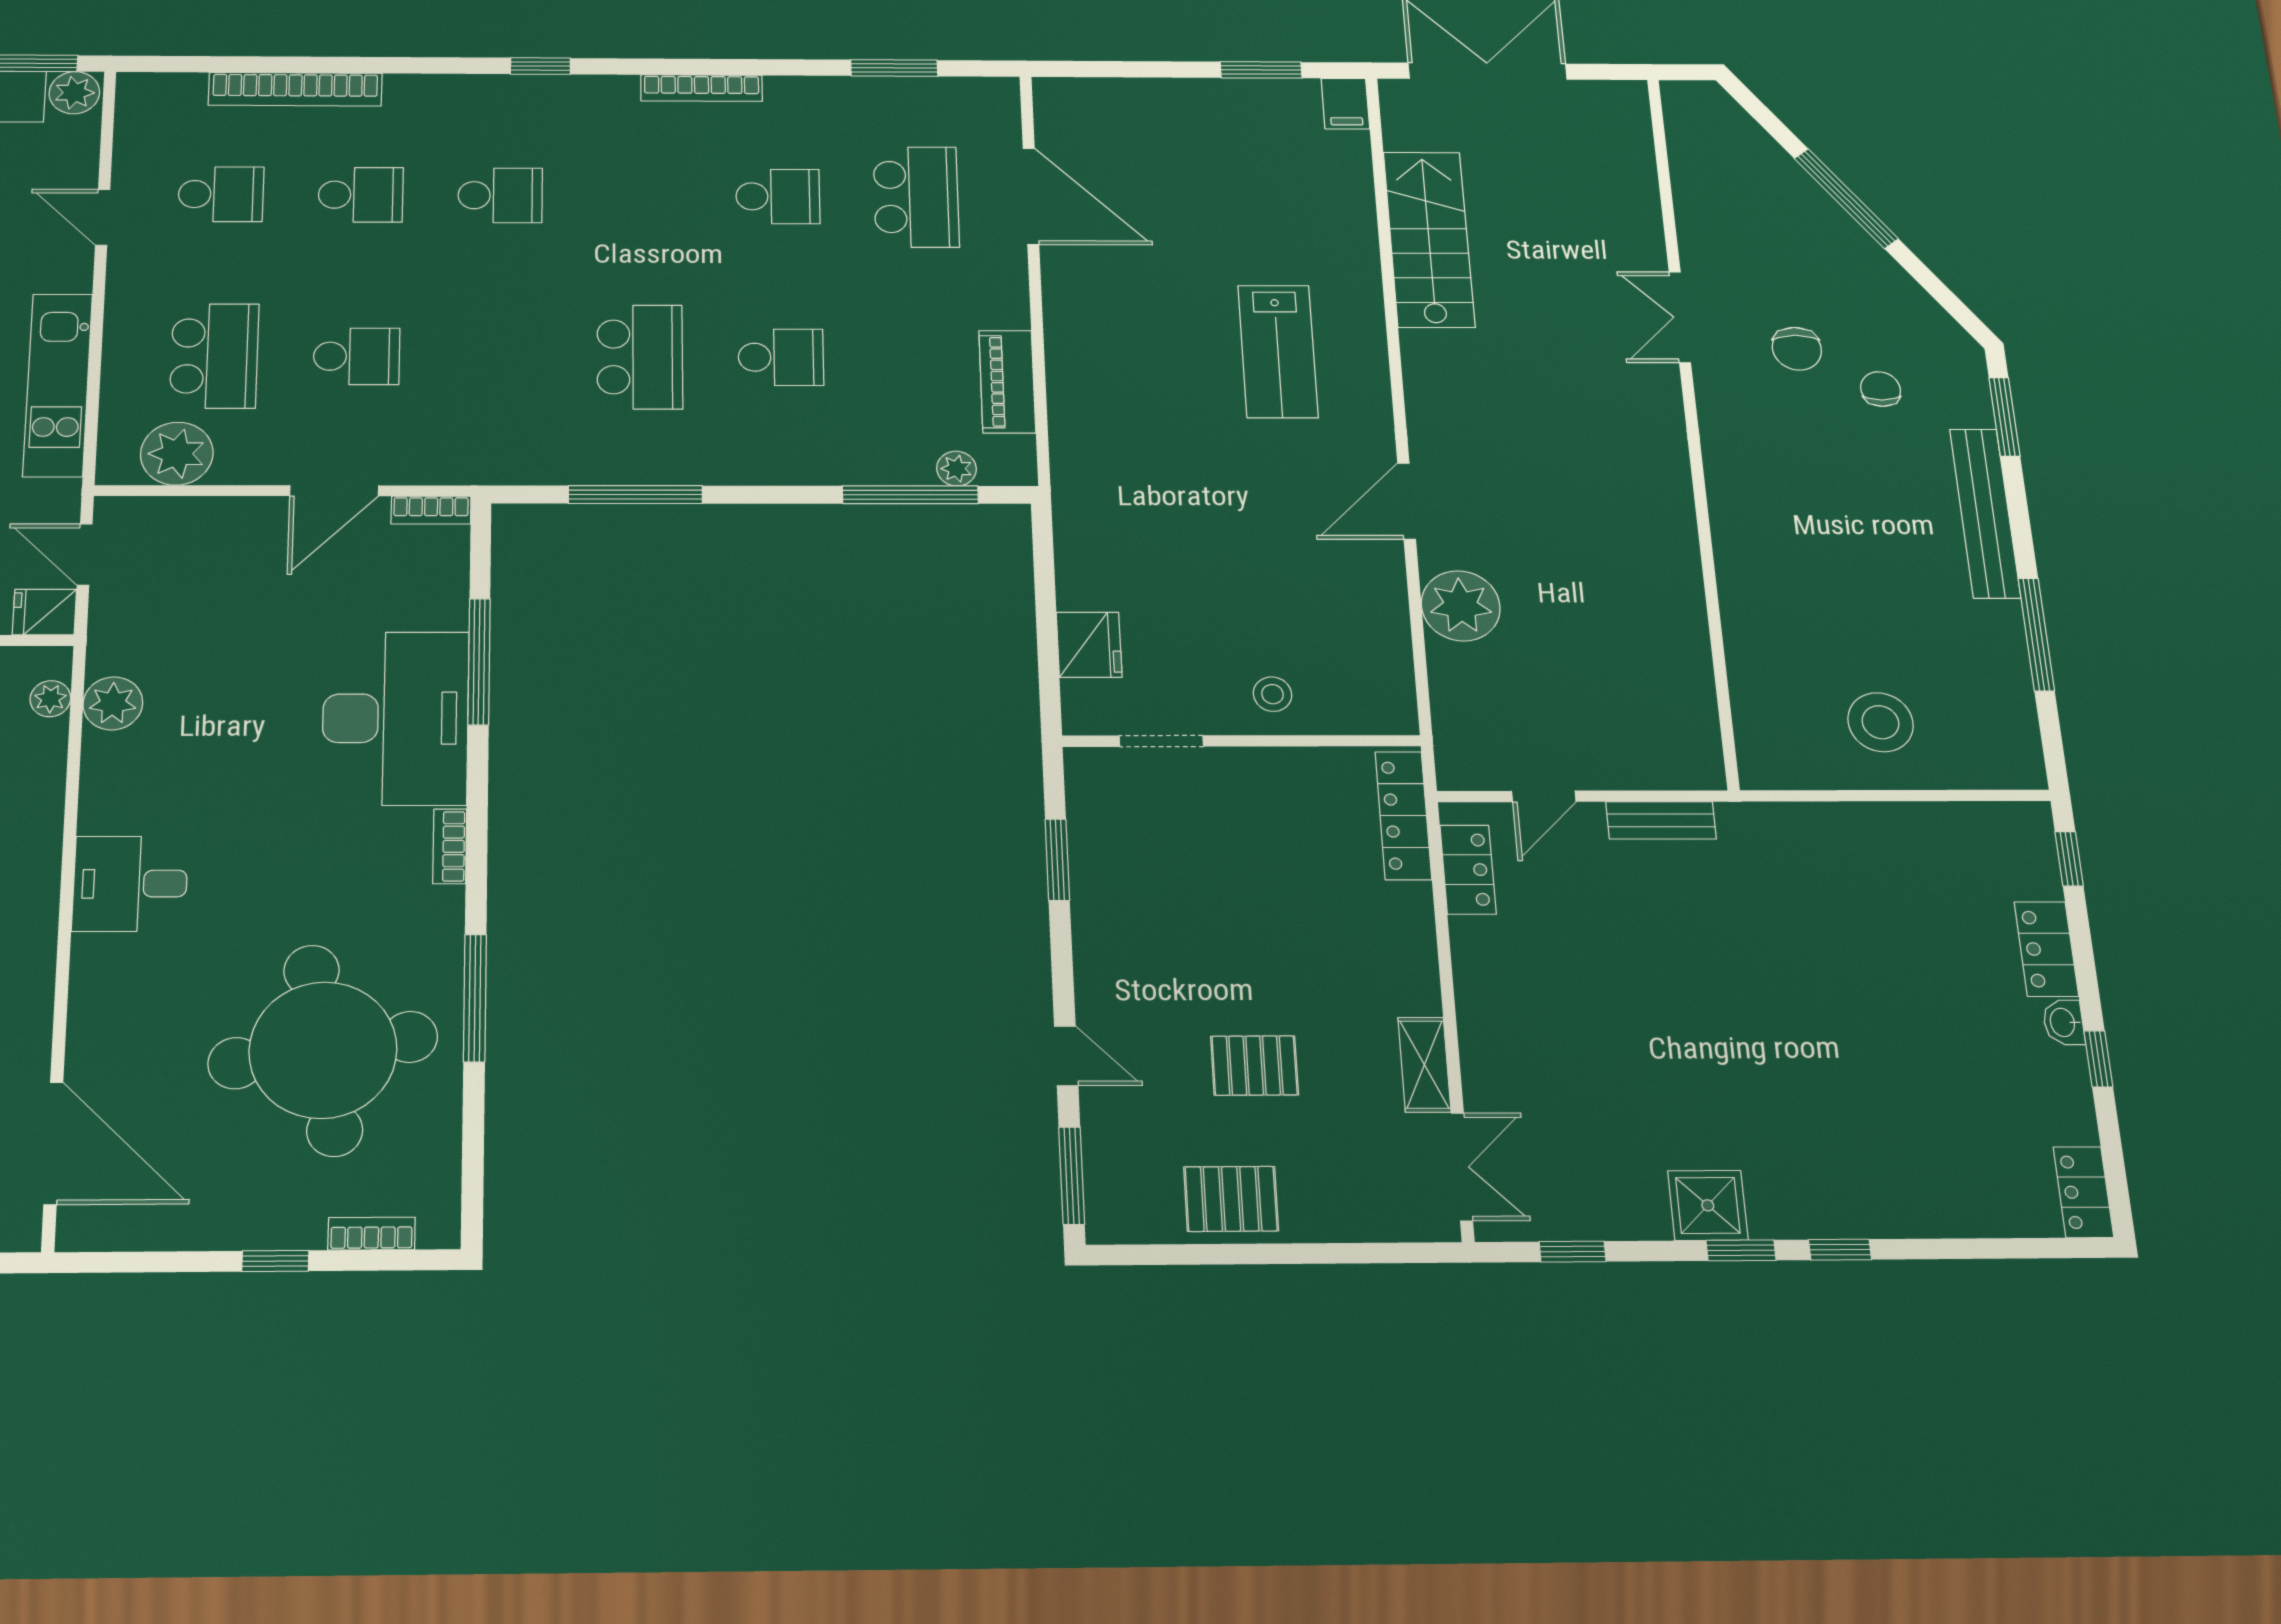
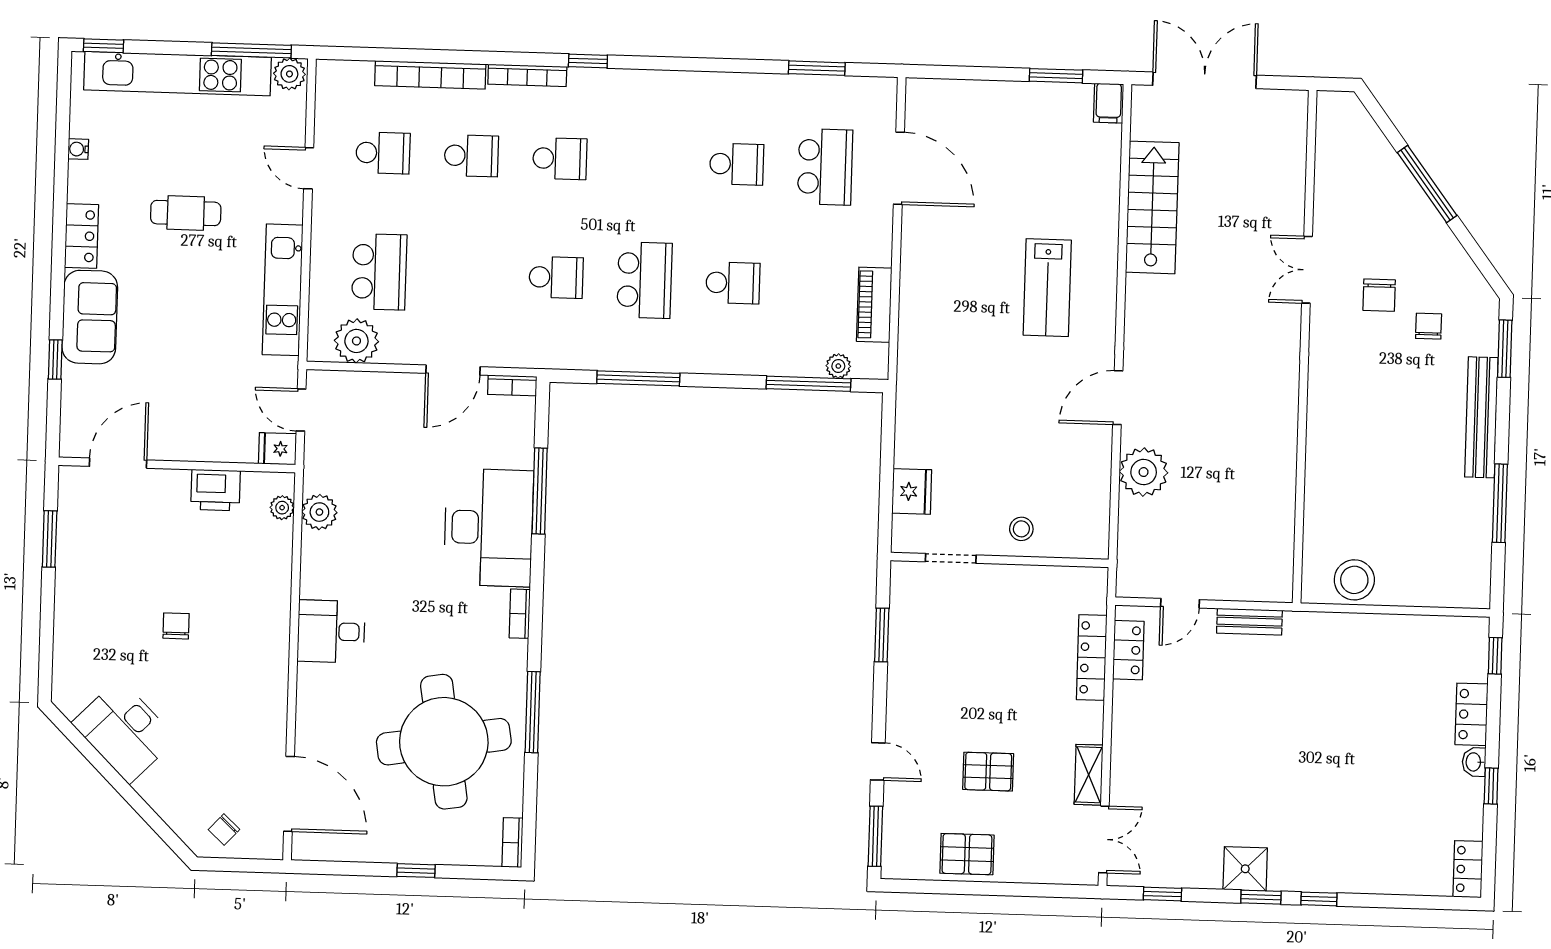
bookcase: (702, 88) -> (527, 75), moved
school desk: (357, 356) -> (556, 277), moved
stool: (1881, 722) -> (1354, 580), moved
locker: (1403, 815) -> (1092, 658), moved
bookcase: (372, 1234) -> (512, 843), moved, turned -90

